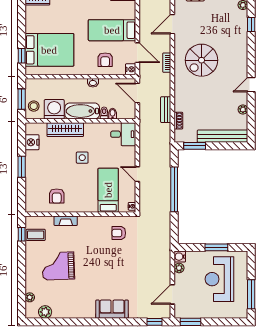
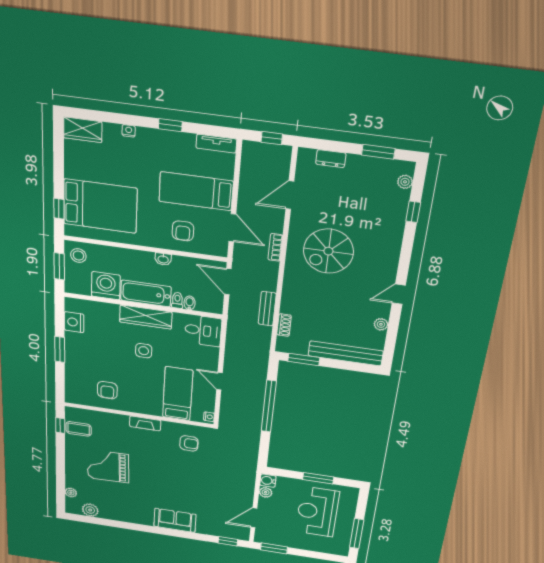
nightstand: (131, 69) -> (220, 249), removed
stool: (34, 106) -> (78, 255), moved
wardrobe: (65, 130) -> (146, 317), moved
fireplace: (66, 221) -> (145, 423), moved
armchair: (119, 233) -> (189, 443), turned 180

